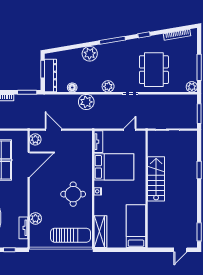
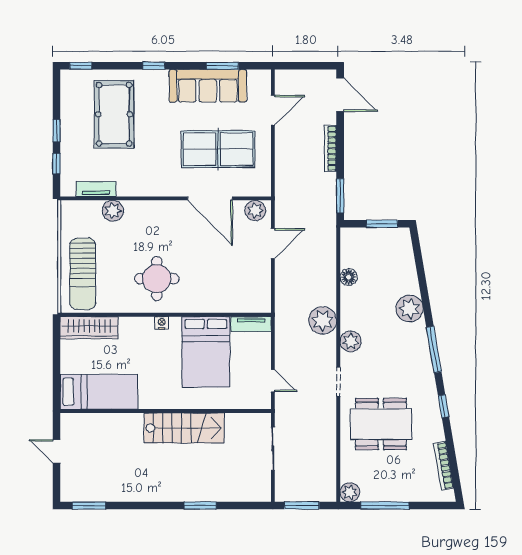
dresser: (51, 76) -> (370, 238), removed
plant: (86, 102) -> (323, 321), moved
door: (180, 250) -> (57, 451), moved

